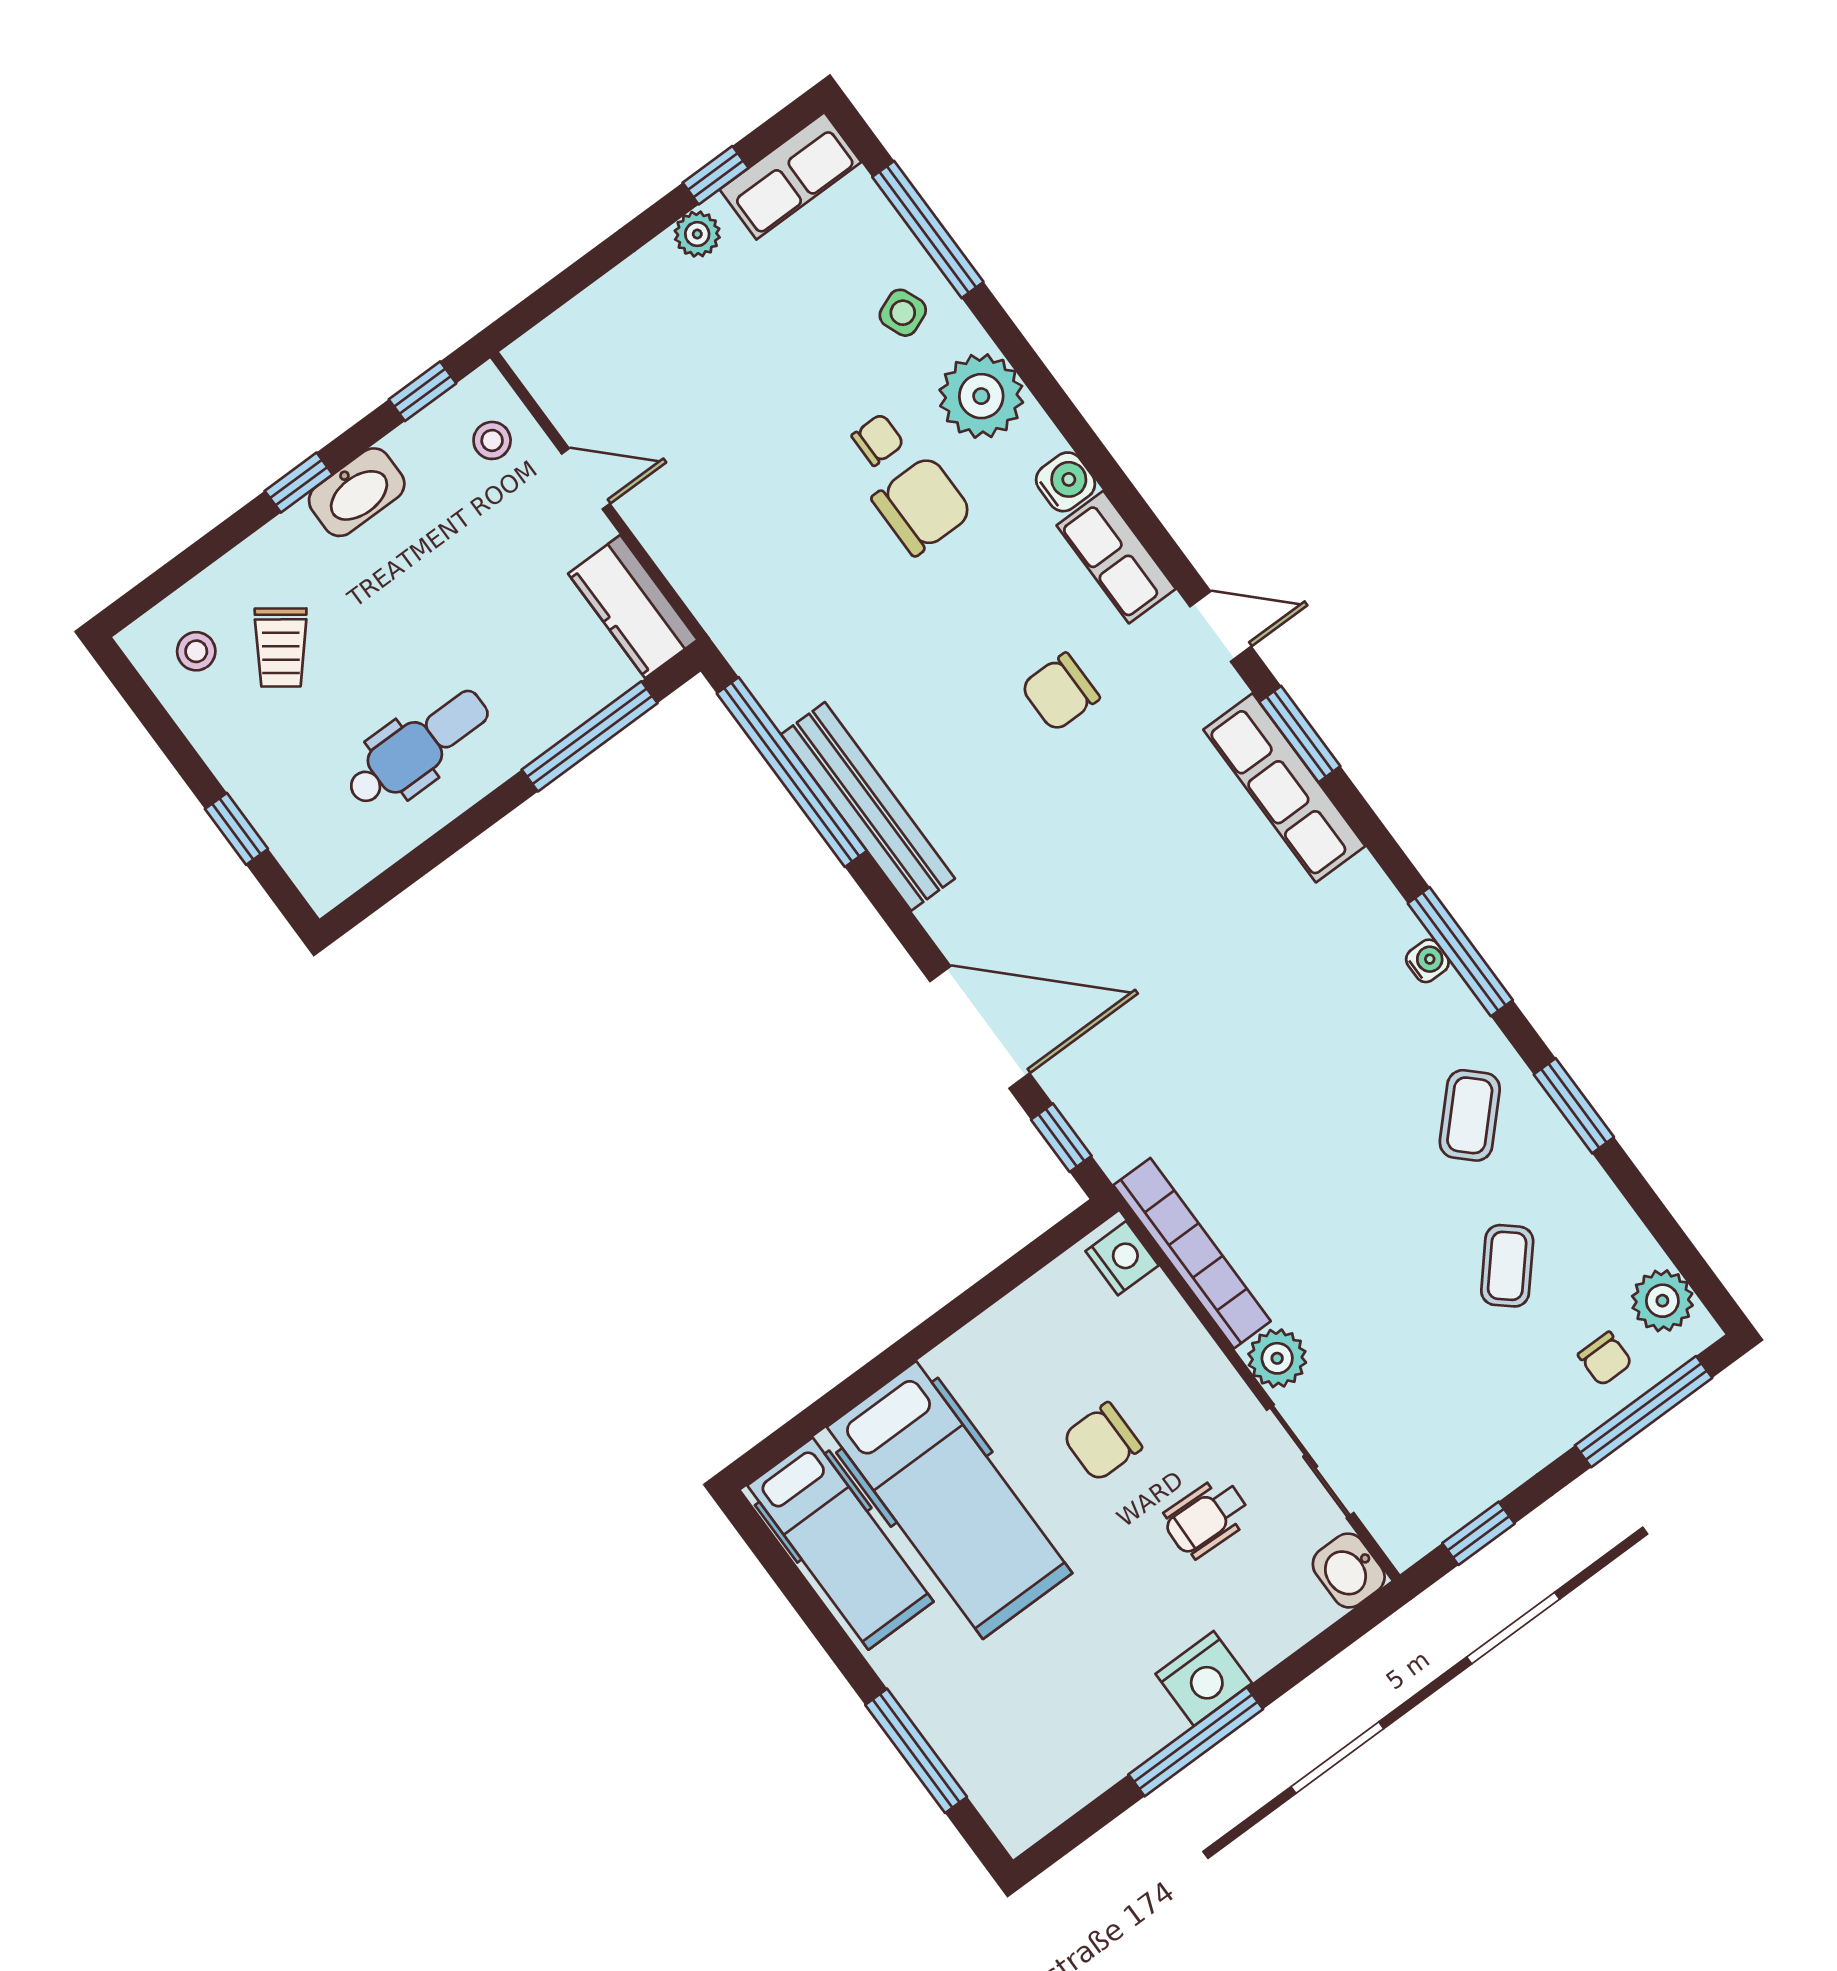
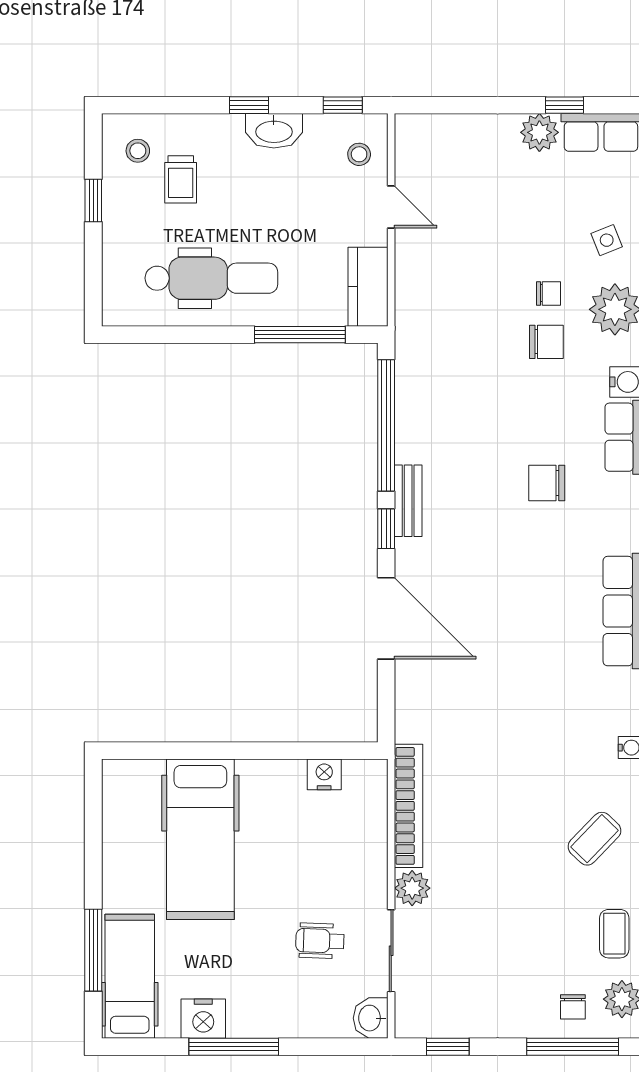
plant: (697, 234) -> (539, 132), width x1.38, depth x1.38
chair: (922, 506) -> (546, 342), width x0.73, depth x0.73
trolley: (281, 647) -> (181, 179), turned -36
dental chair: (418, 748) -> (211, 278), width x1.36, depth x1.38
bench: (868, 806) -> (408, 501), width x0.54, depth x0.82
window: (236, 829) -> (93, 200), moved
window: (1061, 1138) -> (386, 529), moved
nightstand: (1122, 1258) -> (324, 774), moved, turned -90
coffee table: (1507, 1266) -> (614, 934), moved, turned -41
chair: (1102, 1442) -> (296, 866), removed
hospital bed: (840, 1544) -> (130, 976), moved, turned 180
nightstand: (1204, 1679) -> (203, 1019), moved

